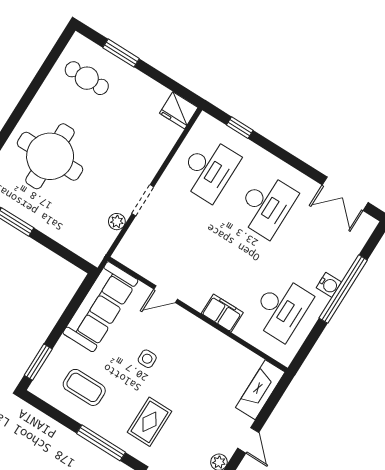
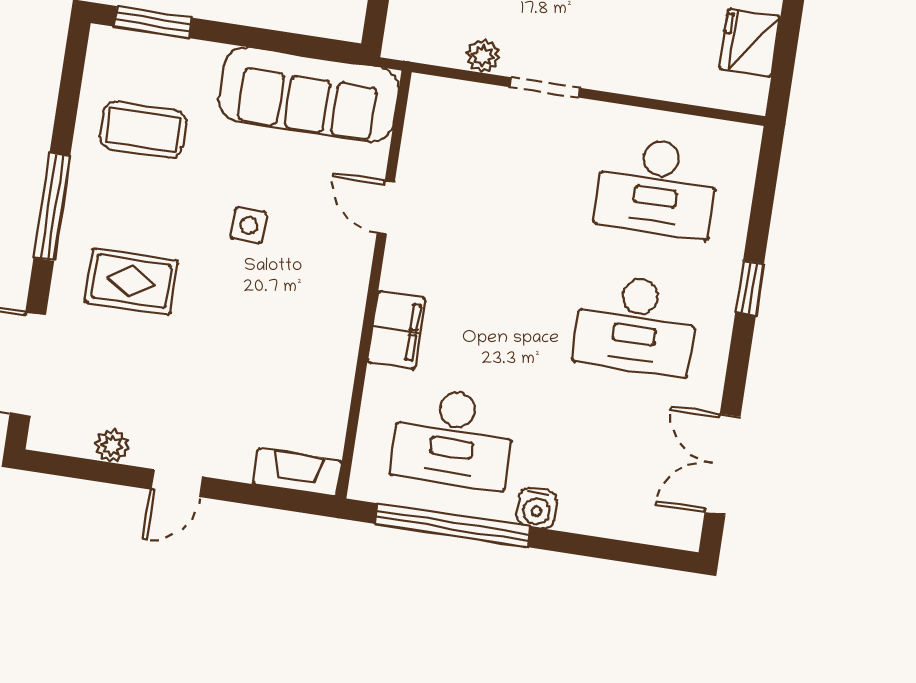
fridge: (179, 110) -> (750, 43), moved
window: (240, 128) -> (750, 288), moved
window: (343, 289) -> (453, 525), moved
coffee table: (84, 387) -> (143, 130), turned 90
fireplace: (260, 390) -> (297, 473), width x0.73, depth x0.76

